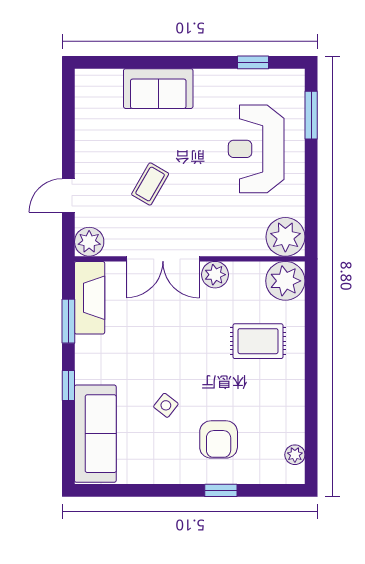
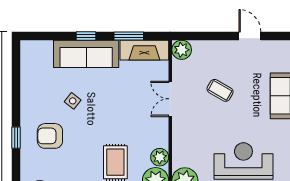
door: (68, 195) -> (250, 36), moved
double door: (163, 259) -> (170, 99), width x0.73
plant: (215, 275) -> (160, 157), moved
sofa: (95, 434) -> (86, 54), moved

